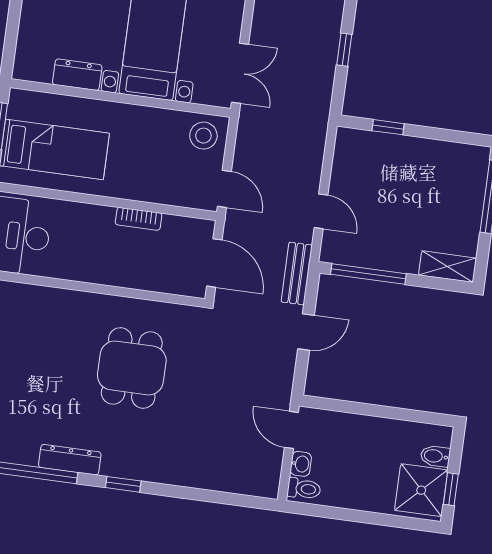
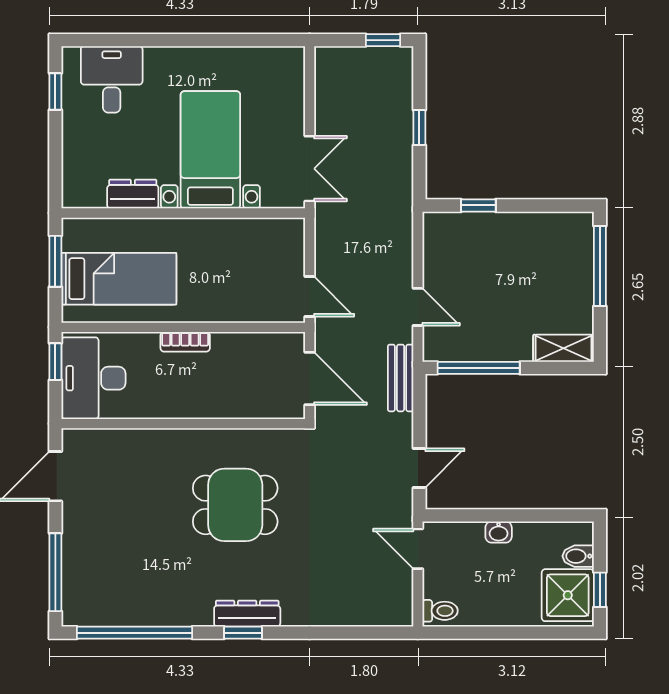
stool: (203, 136) -> (279, 242), removed
bookcase: (139, 219) -> (185, 342), moved
door: (306, 332) -> (419, 468), moved
dining table: (132, 368) -> (235, 505), turned 90
dresser: (70, 460) -> (247, 614), moved
washbasin: (301, 464) -> (499, 532), moved, turned 90

